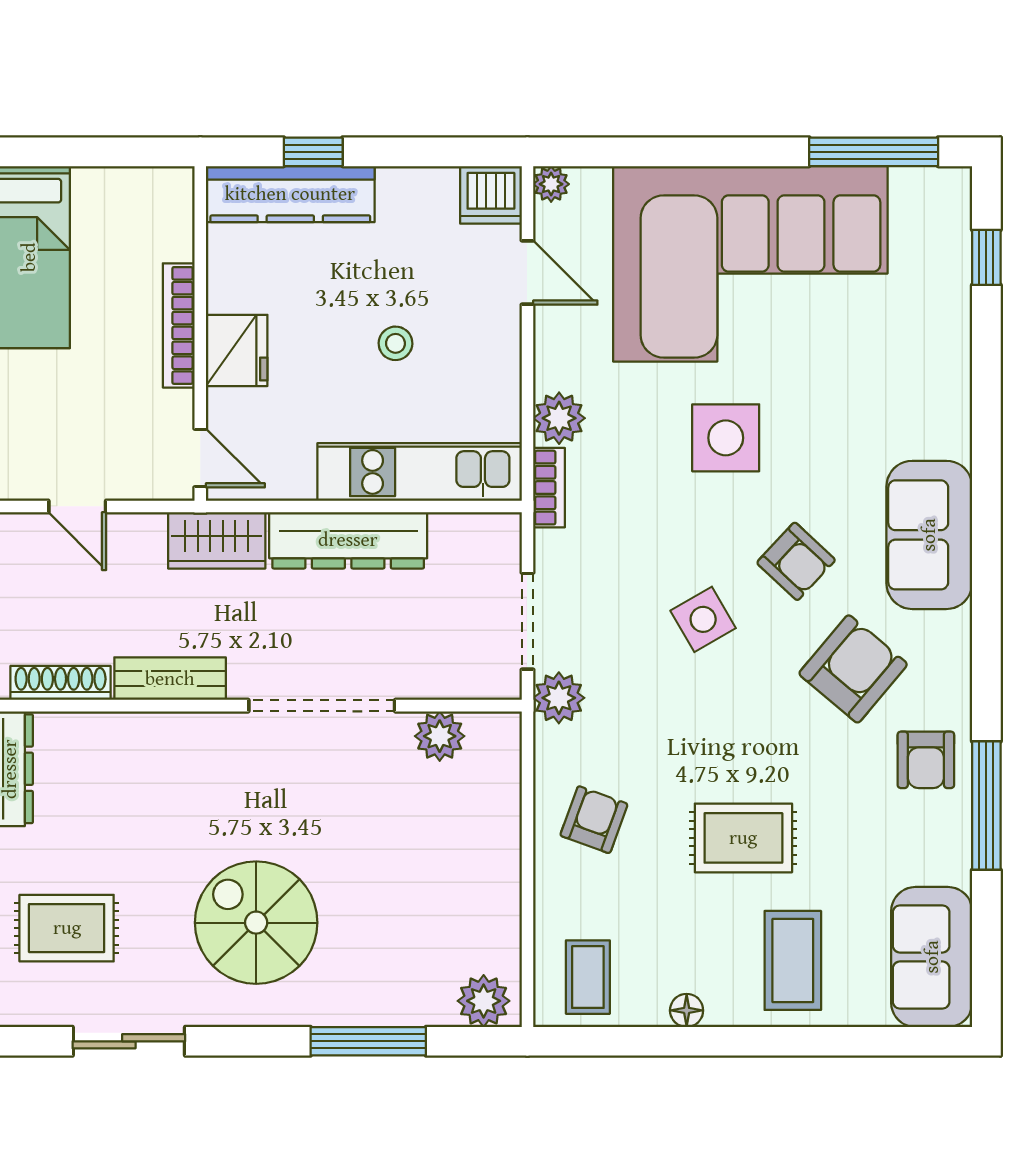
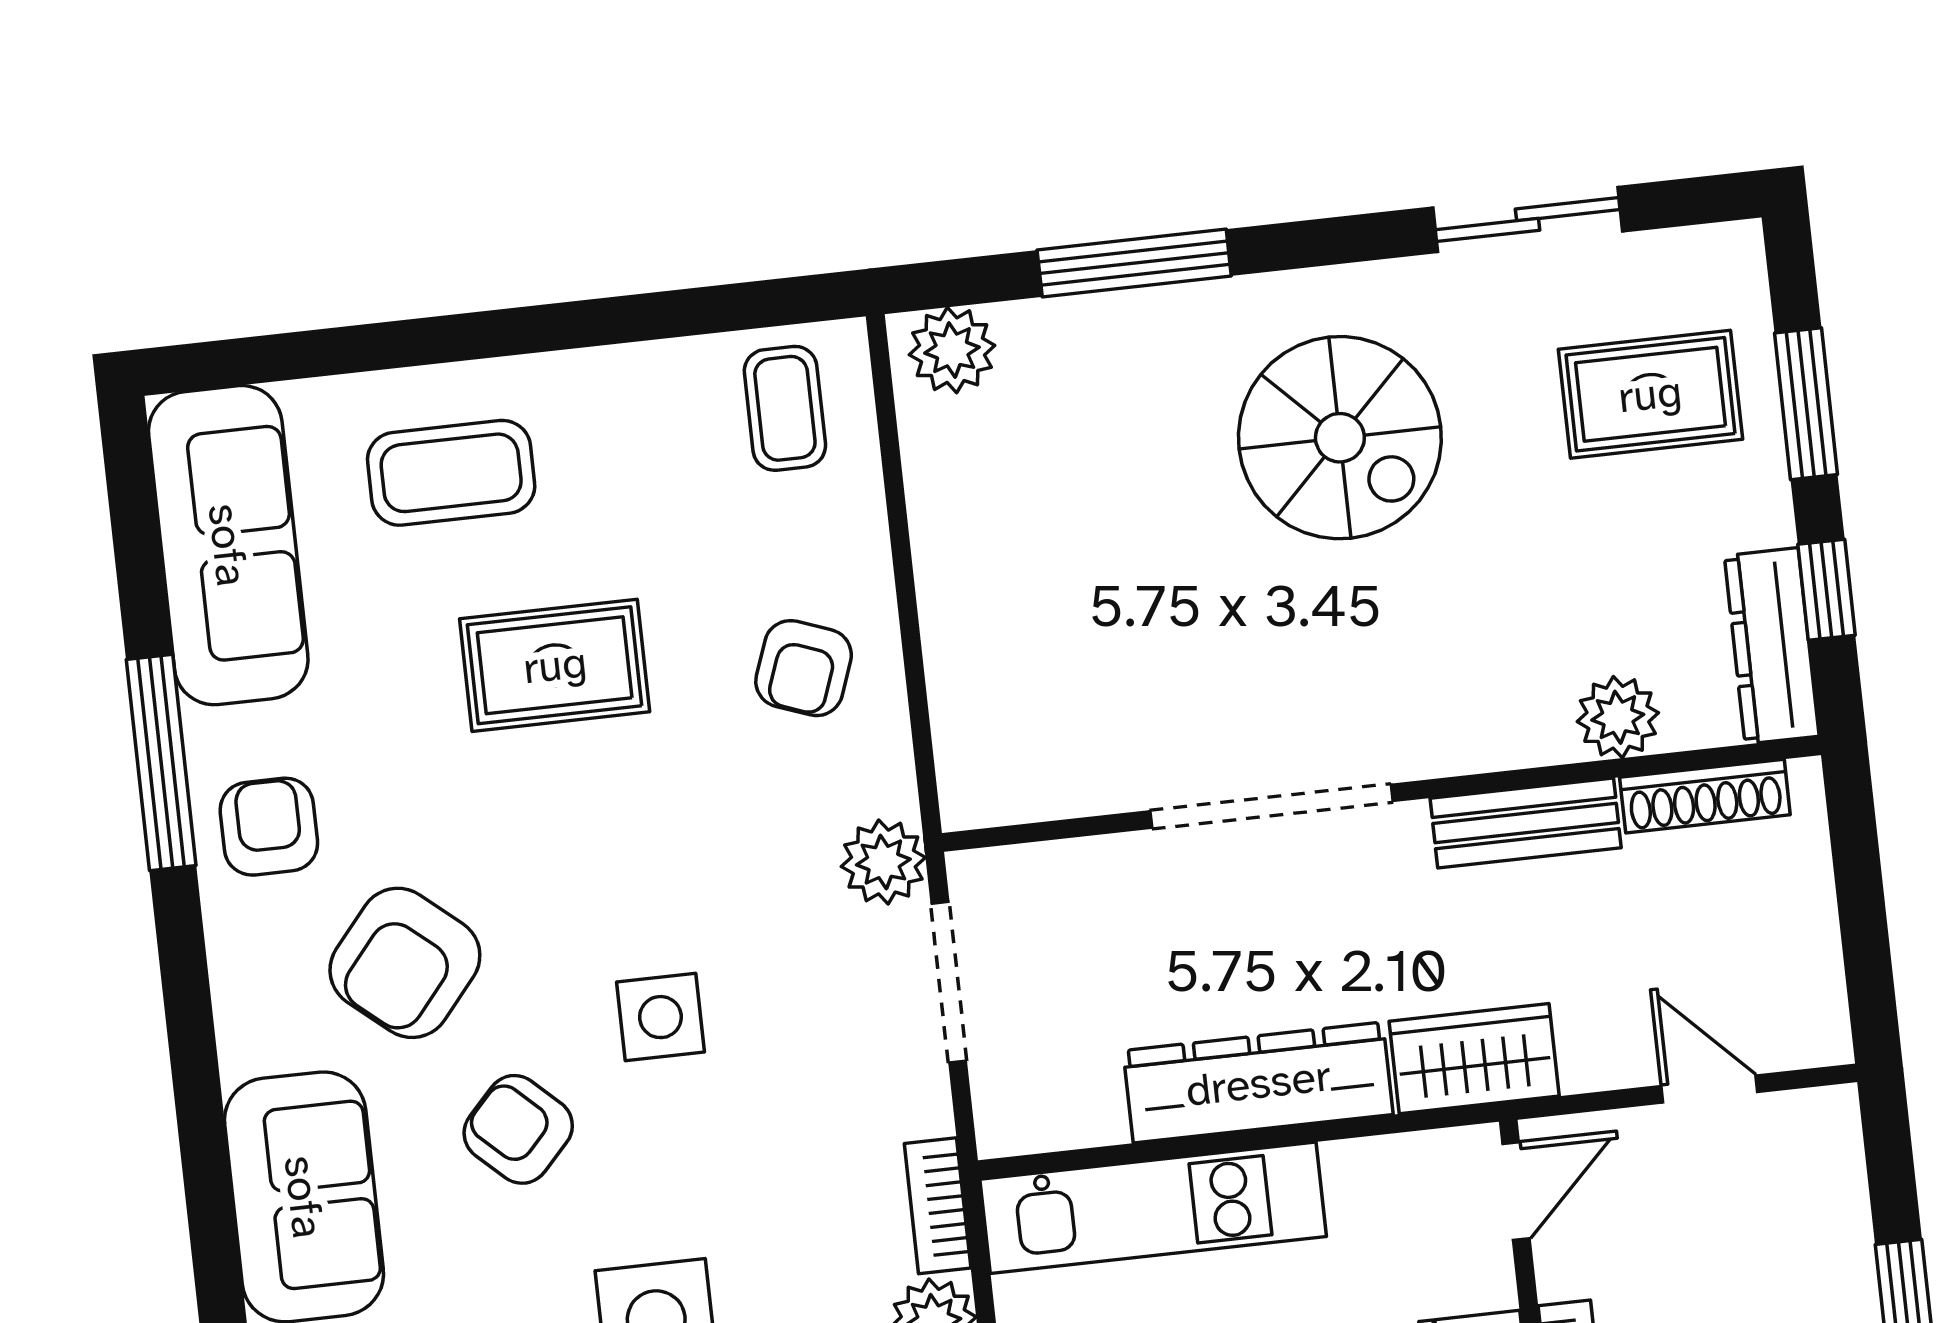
door: (200, 458) -> (1516, 1191), swing flipped
side table: (703, 619) -> (660, 1017), turned 30
plant: (440, 736) -> (1618, 717), moved
sofa: (932, 957) -> (228, 545), width x1.36
coffee table: (793, 960) -> (451, 473), turned 90
floor lamp: (687, 1010) -> (617, 371), removed

